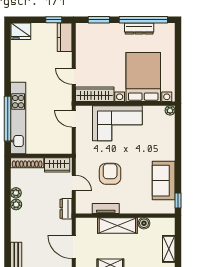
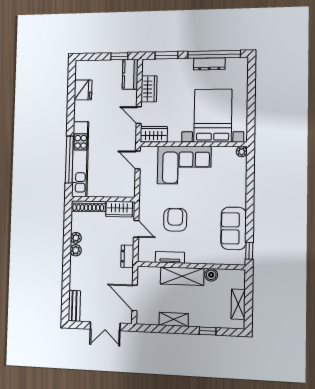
fridge: (21, 31) -> (83, 90), moved, turned -90
wardrobe: (83, 51) -> (149, 89), added
wardrobe: (95, 94) -> (154, 134), width x0.67

